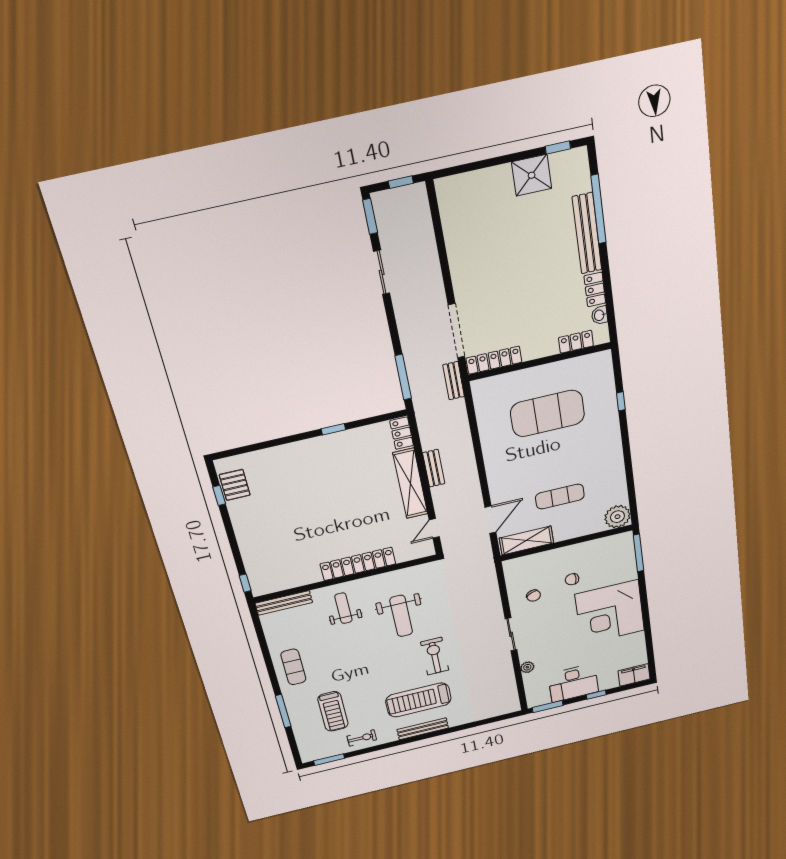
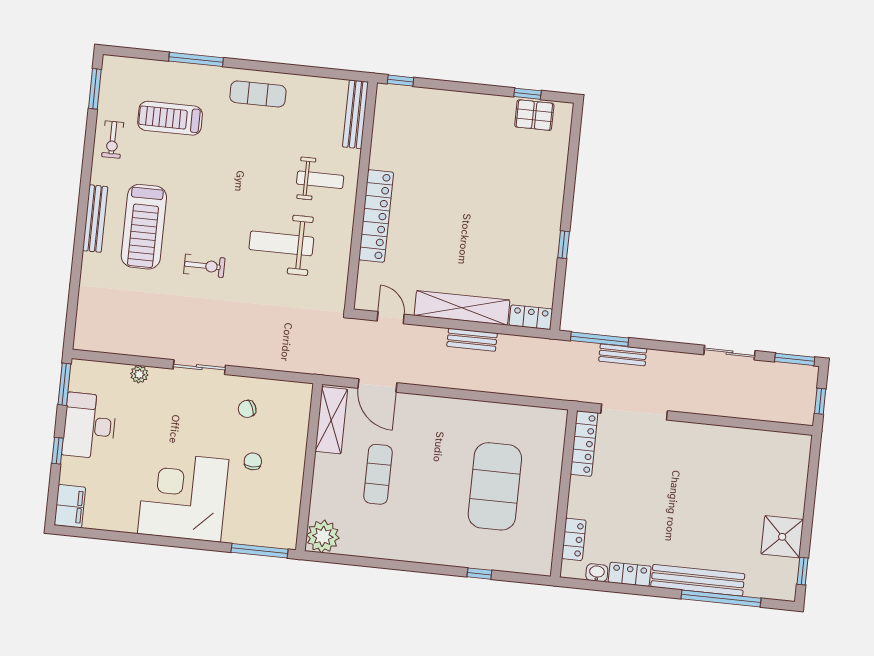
bench: (454, 381) -> (623, 355), moved
exercise bike: (435, 656) -> (204, 266), width x0.73, depth x0.72
treadmill: (418, 700) -> (144, 227), turned 180

